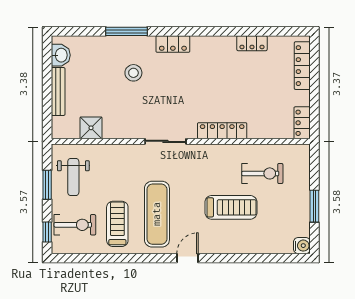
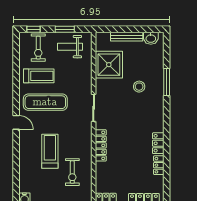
locker: (173, 44) -> (158, 143), moved
shower: (91, 128) -> (109, 65), width x1.86, depth x1.86
treadmill: (231, 207) -> (50, 151), turned 180

